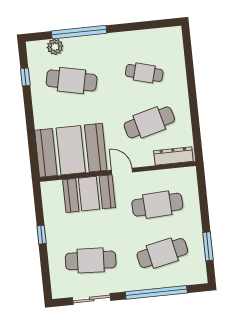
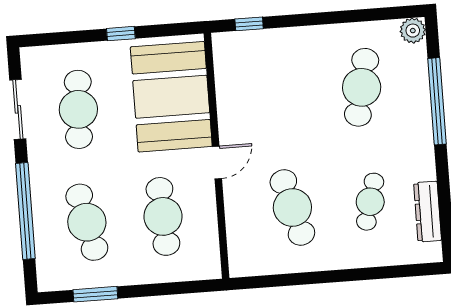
plant: (55, 47) -> (413, 31), moved
window: (25, 77) -> (249, 24), moved
booth: (71, 150) -> (252, 83), removed
dresser: (173, 156) -> (428, 212), moved, turned 180
booth: (89, 194) -> (171, 97), width x1.36, depth x1.42

